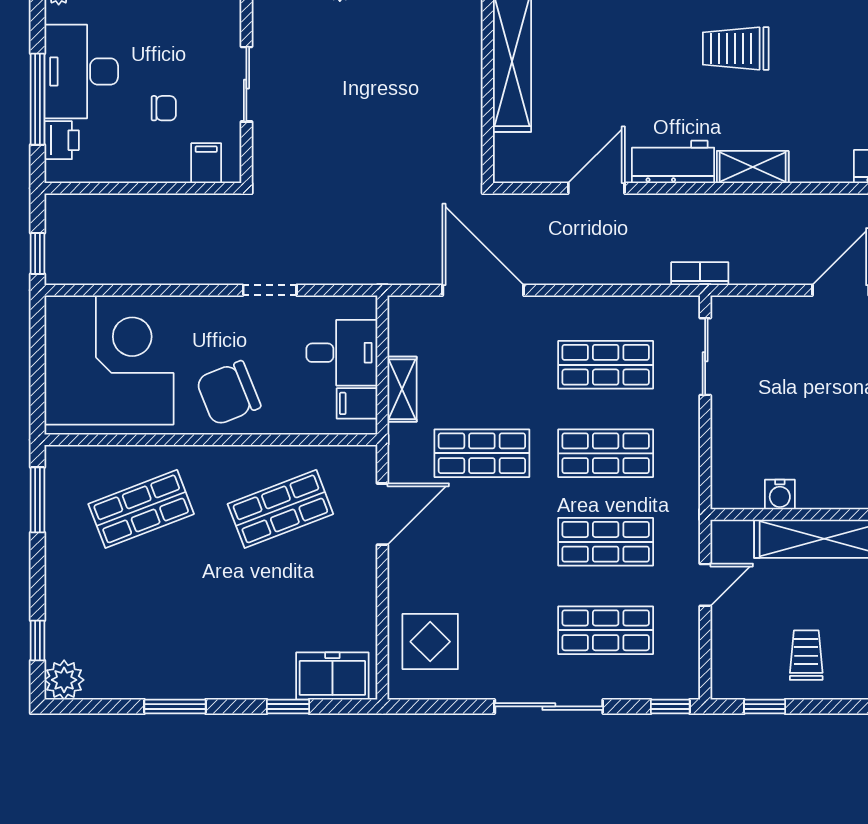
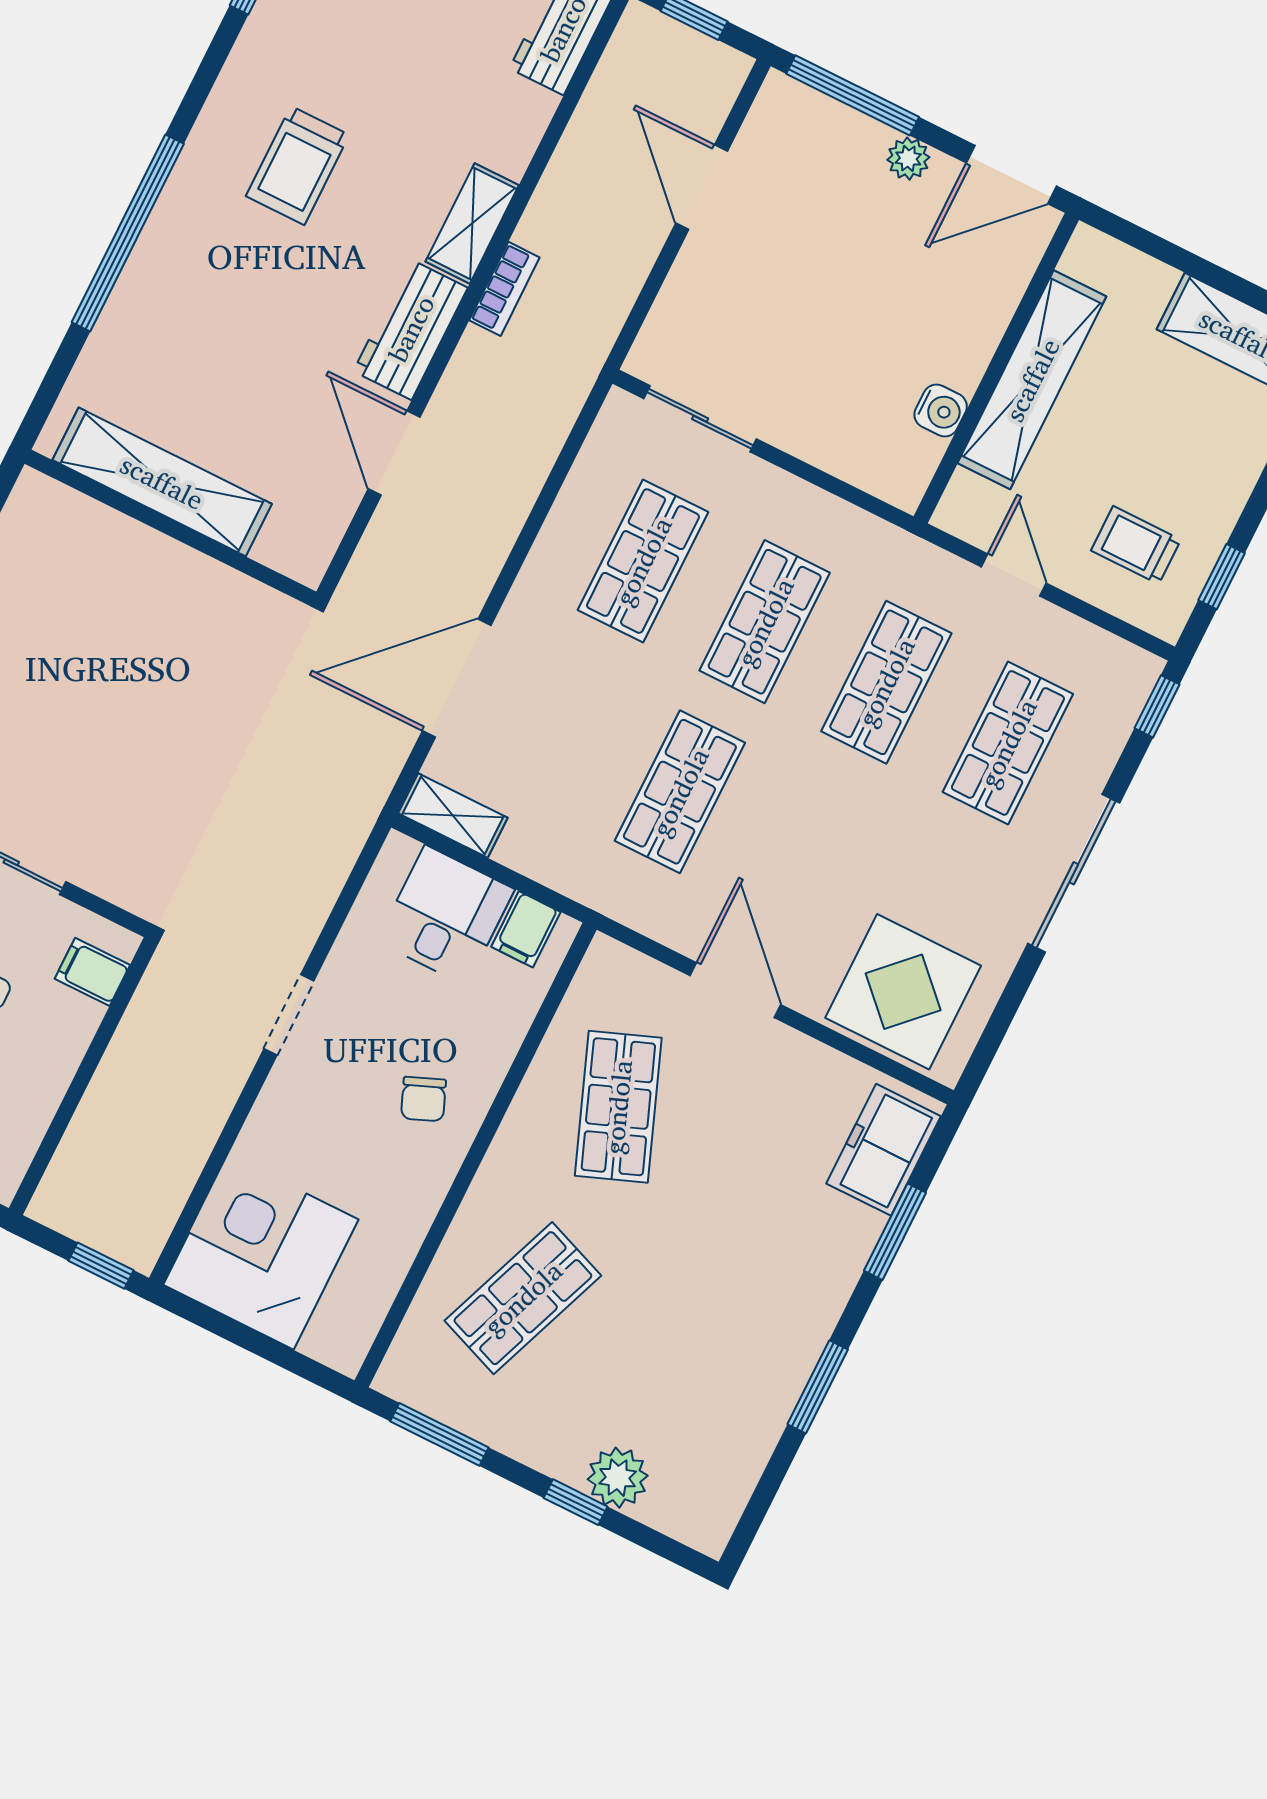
bookcase: (700, 274) -> (504, 289), moved, turned 180
doorway: (270, 290) -> (289, 1015), moved
corner desk: (109, 360) -> (261, 1252), width x0.74, depth x0.74
shelving: (402, 389) -> (453, 815), moved
chair: (228, 393) -> (423, 1099), width x0.54, depth x0.54
shop shelf: (141, 509) -> (523, 1298), turned 42
door: (382, 514) -> (735, 990), moved
window: (37, 641) -> (576, 1502), moved
display table: (430, 642) -> (903, 992), width x1.36, depth x1.36
trolley: (806, 655) -> (1136, 545), moved
plant: (64, 680) -> (618, 1478), moved
window: (288, 706) -> (895, 1232), width x1.50

